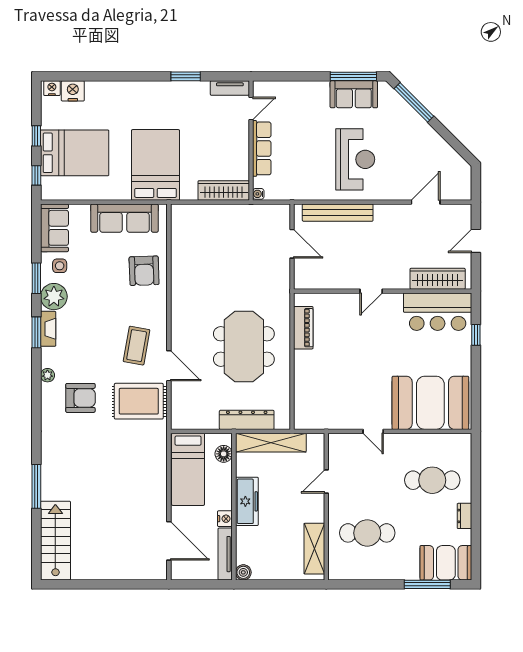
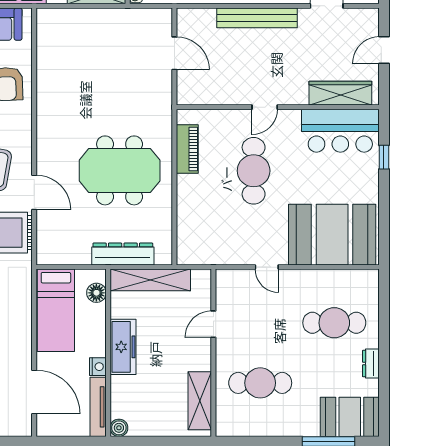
bench: (338, 213) -> (257, 18), moved
meeting table: (244, 347) -> (120, 170), turned 90
cafe table: (361, 347) -> (254, 171), added

